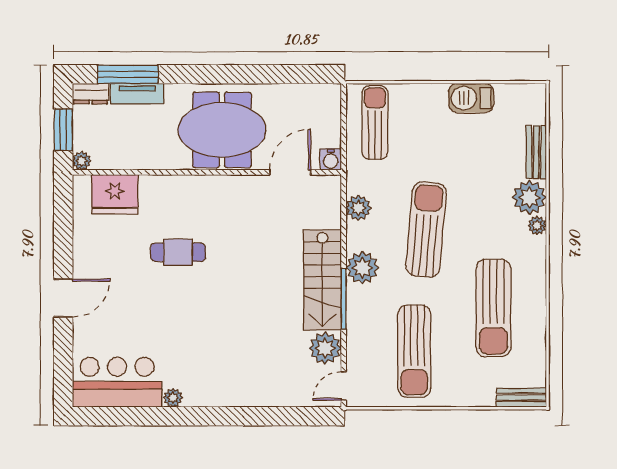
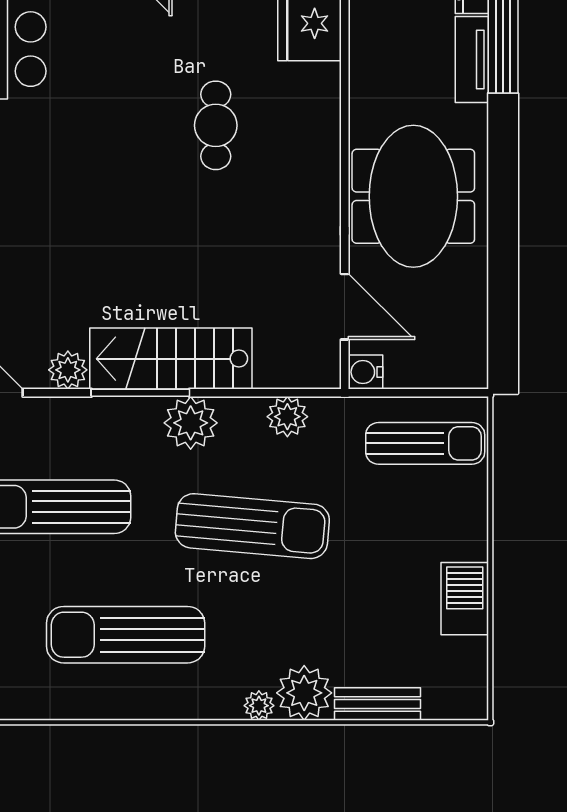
plant: (325, 348) -> (68, 370), width x0.73, depth x0.73

